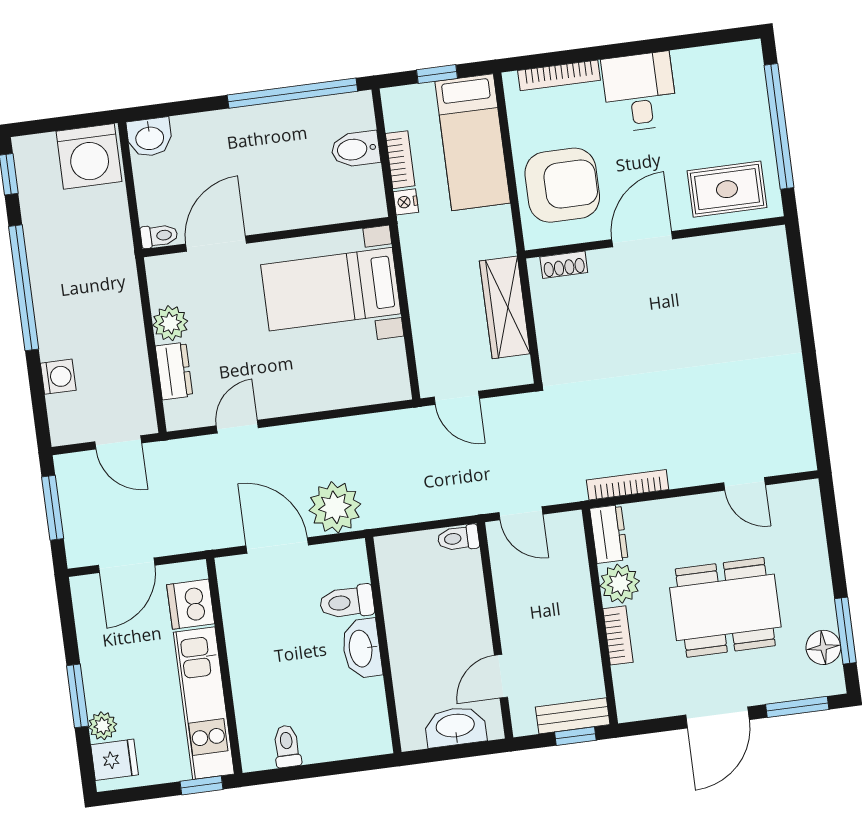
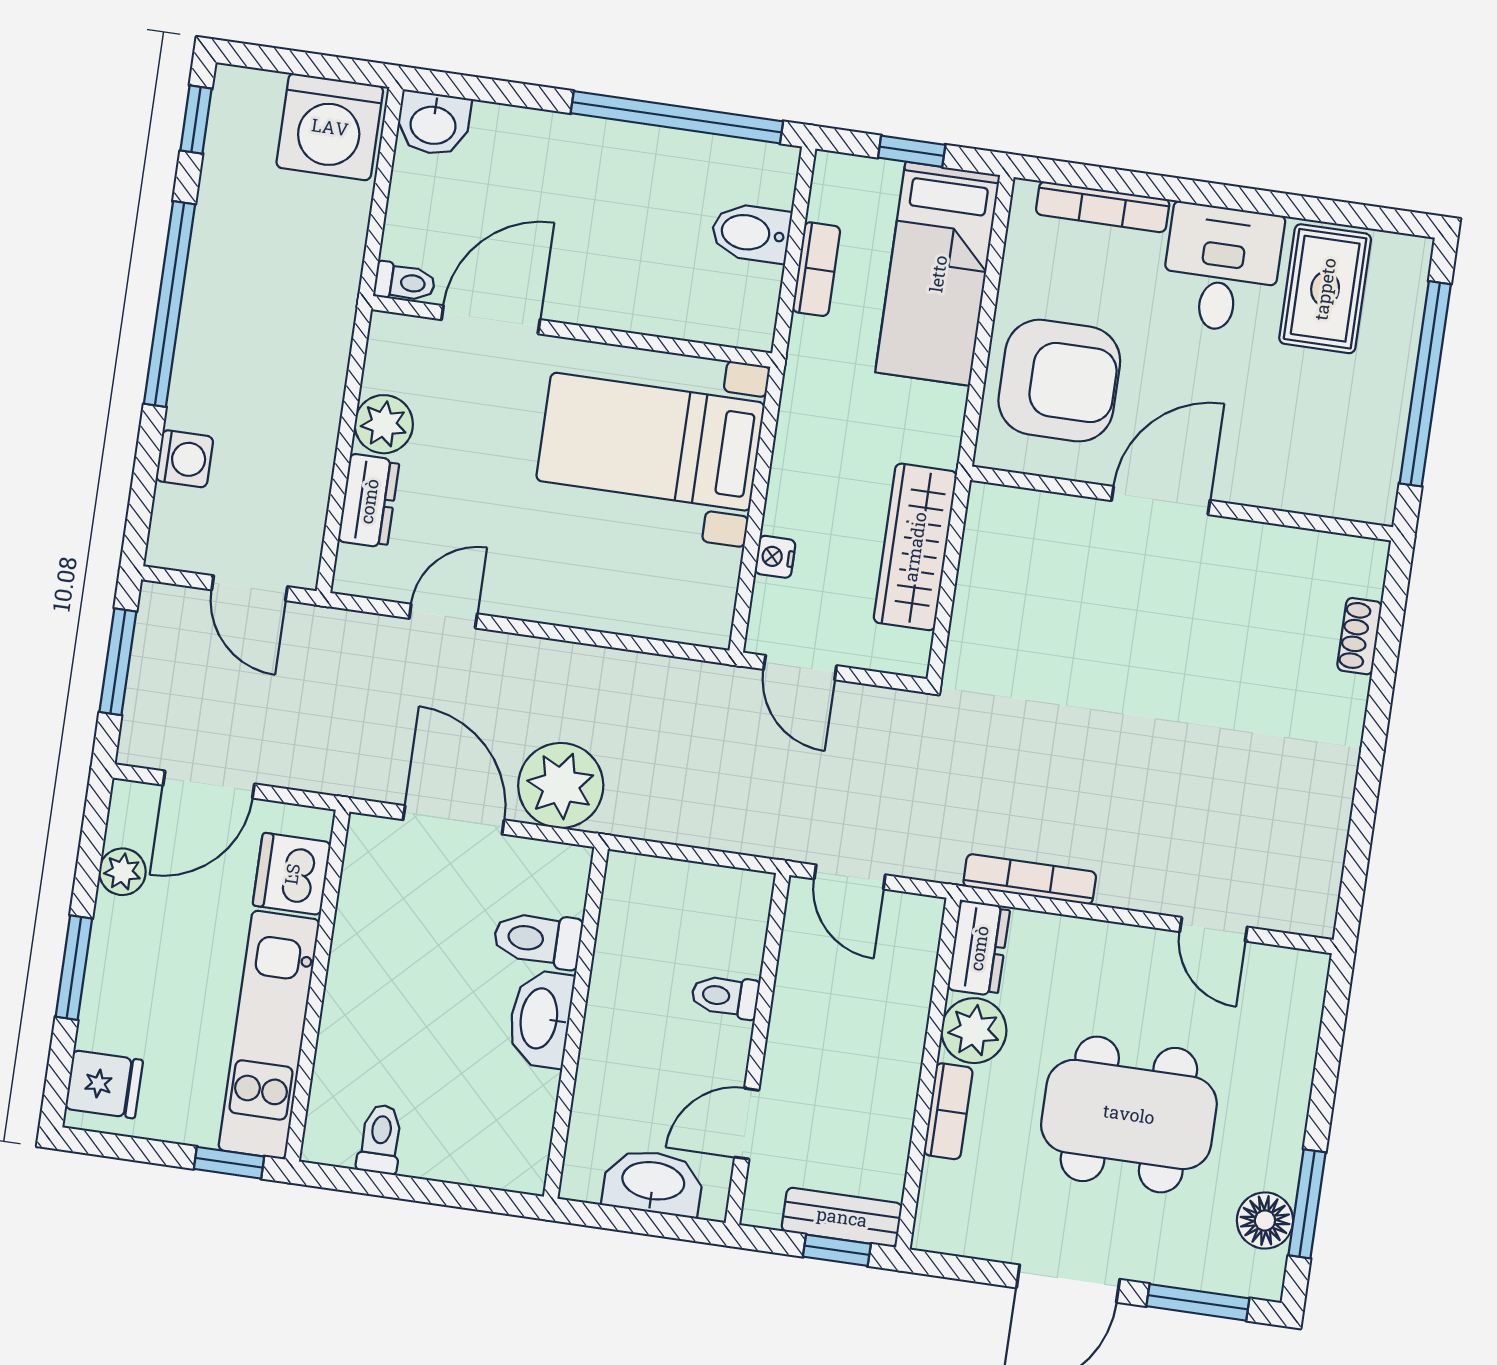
rug: (727, 189) -> (1325, 289), moved, turned 90
nightstand: (406, 202) -> (775, 557), moved
shoe rack: (564, 265) -> (1360, 636), moved, turned 90
toilet: (458, 538) -> (725, 996), moved
plant: (103, 726) -> (122, 872), moved

